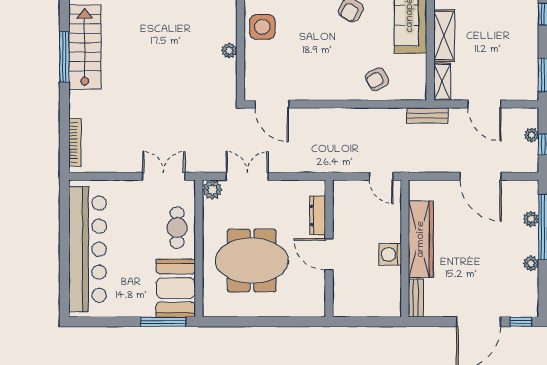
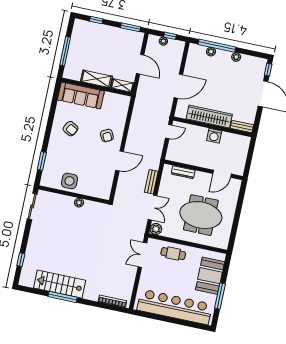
armchair: (377, 79) -> (107, 136), moved
door: (272, 104) -> (120, 161), moved
door: (484, 104) -> (140, 64), hinge flipped
bench: (427, 115) -> (151, 182), moved
double door: (247, 176) -> (153, 208), swing flipped
door: (481, 176) -> (178, 86), moved
door: (329, 254) -> (222, 174), moved
meeting table: (252, 260) -> (201, 215), turned 90
booth: (176, 288) -> (210, 276), moved, turned 90
window: (163, 322) -> (220, 296), moved

